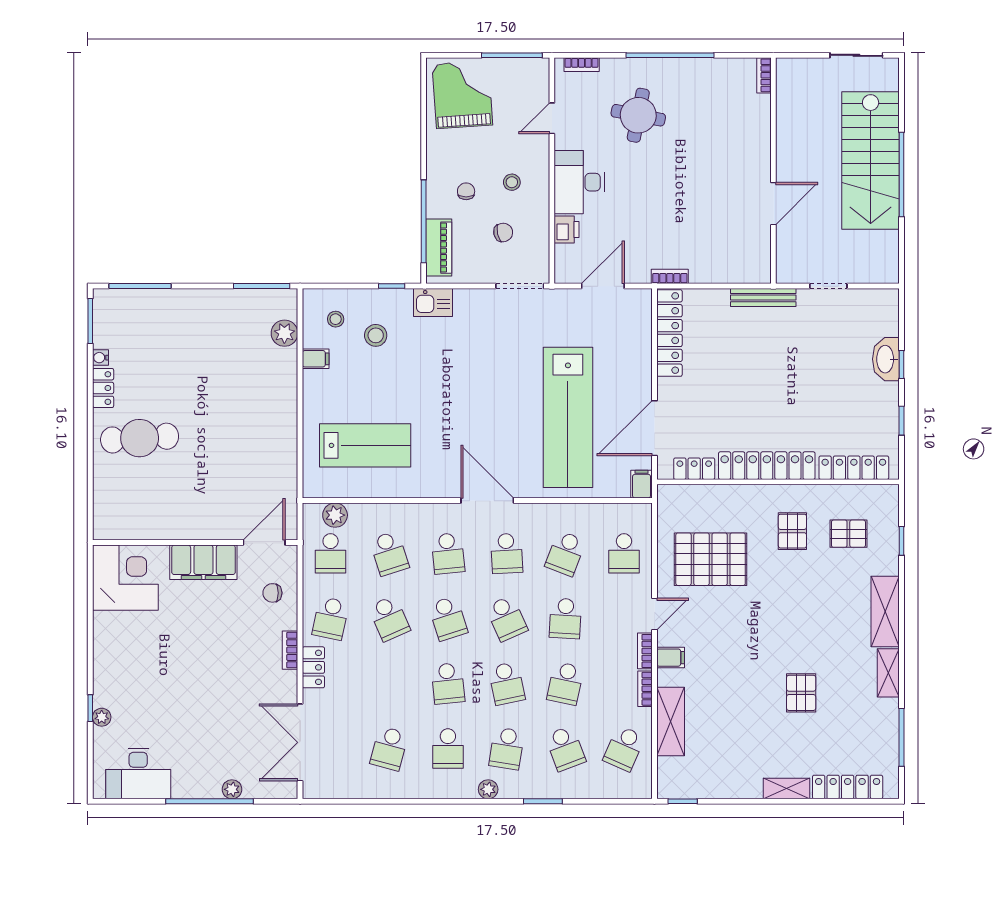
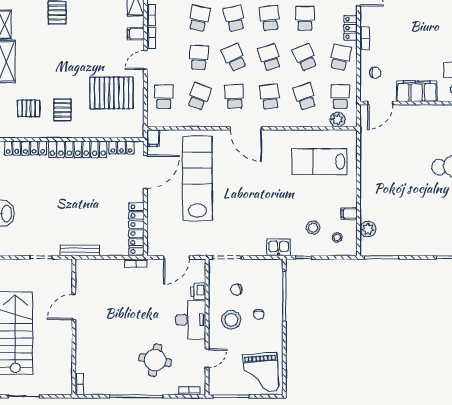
stool: (512, 182) -> (231, 320), width x1.89, depth x1.89
piano: (439, 248) -> (275, 281), removed
school desk: (389, 683) -> (305, 18), added

